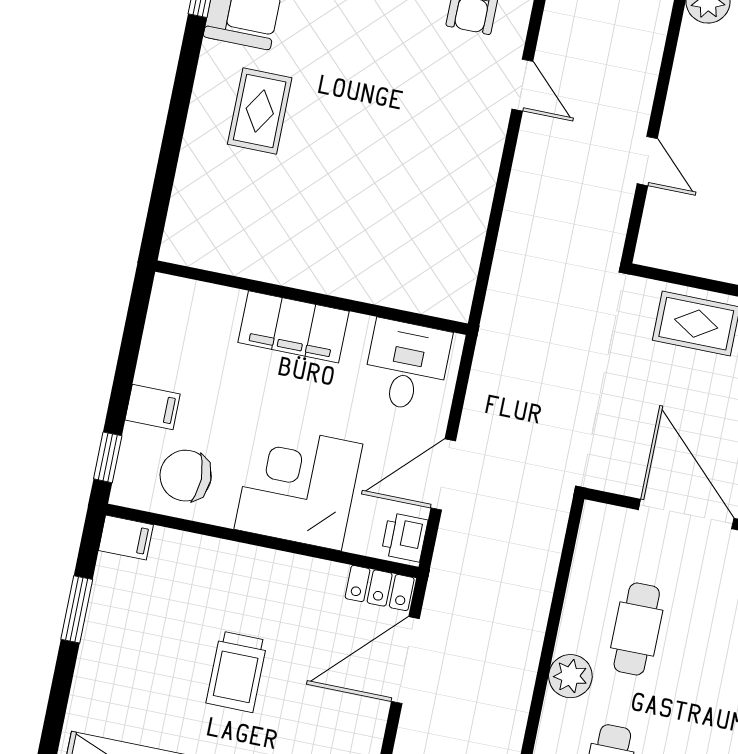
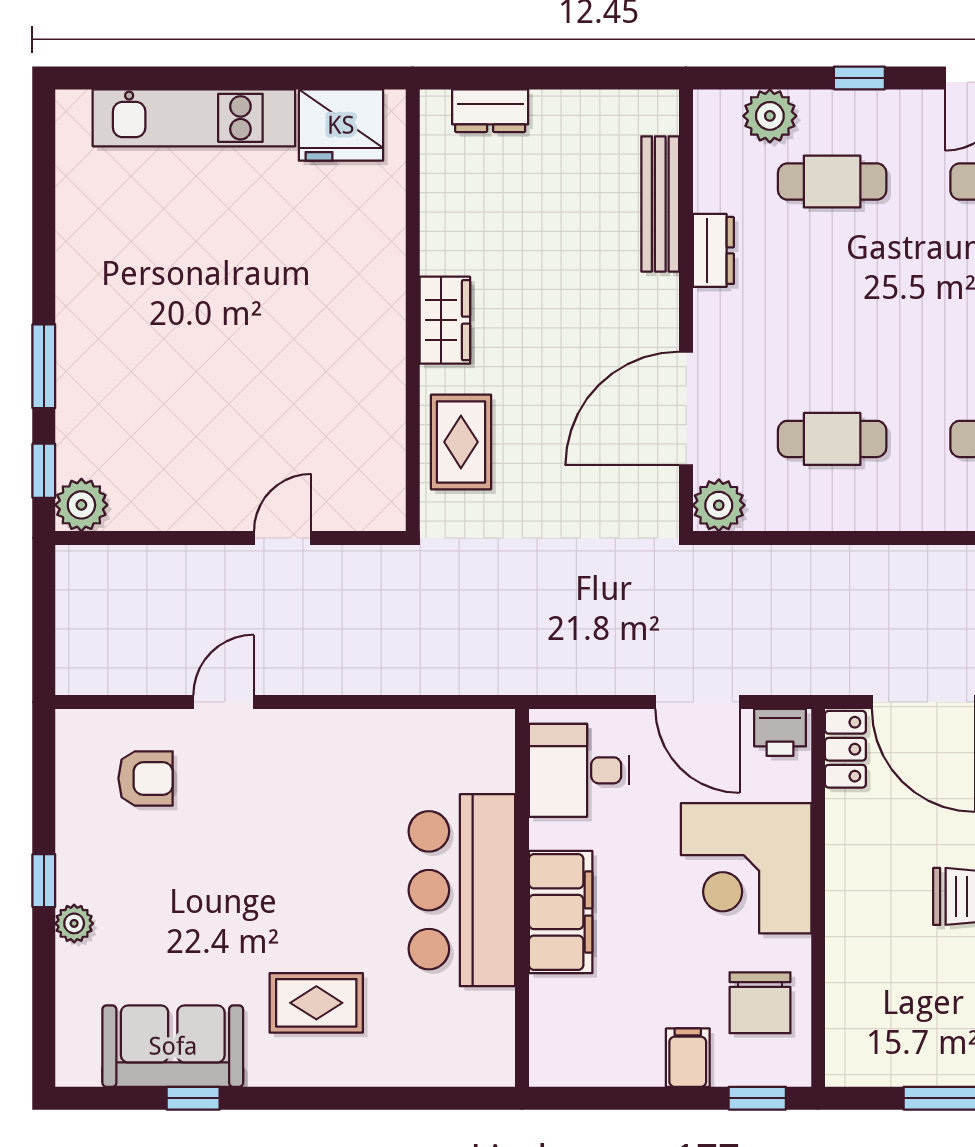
bar counter: (328, 249) -> (462, 890), added
filing cabinet: (126, 538) -> (847, 1058), removed
plant: (570, 676) -> (719, 505), moved

